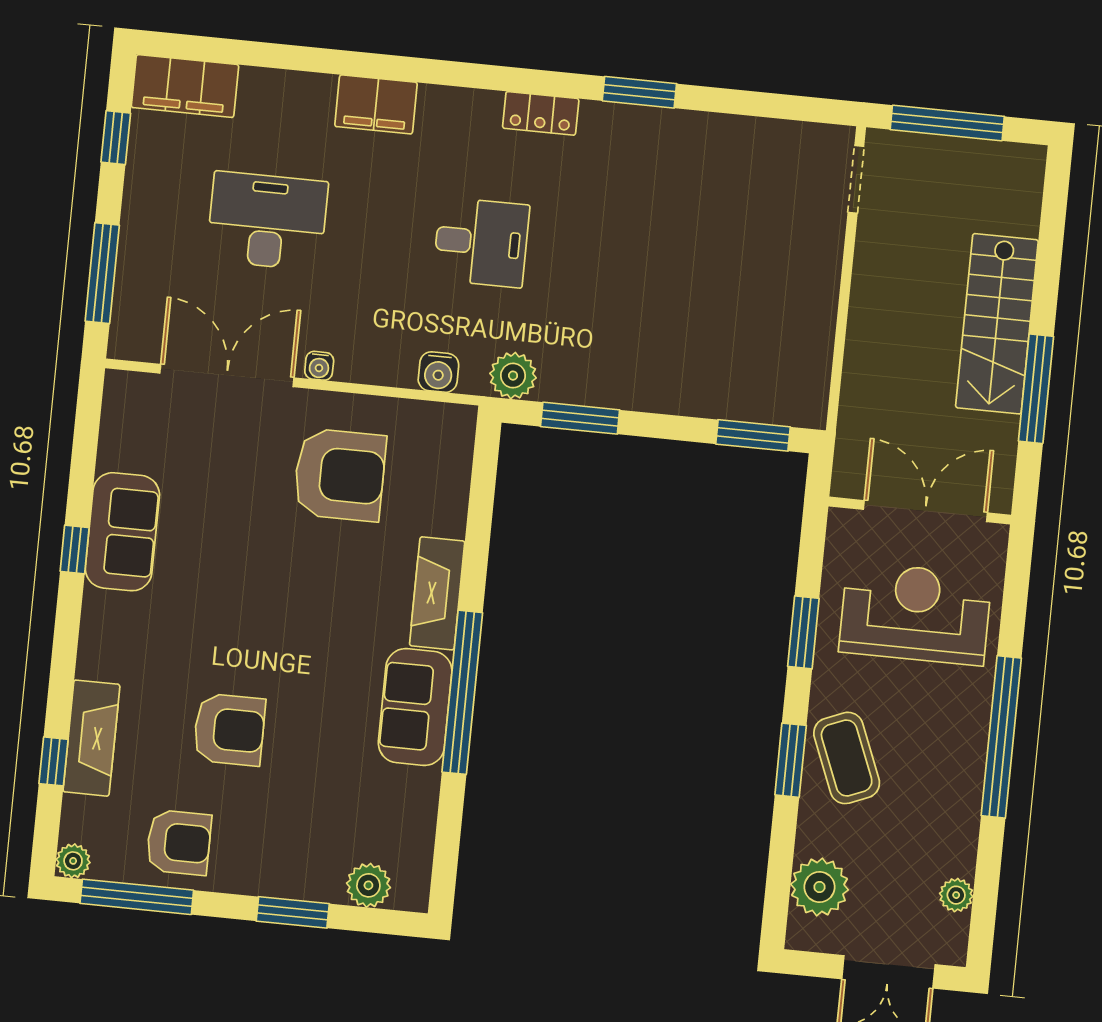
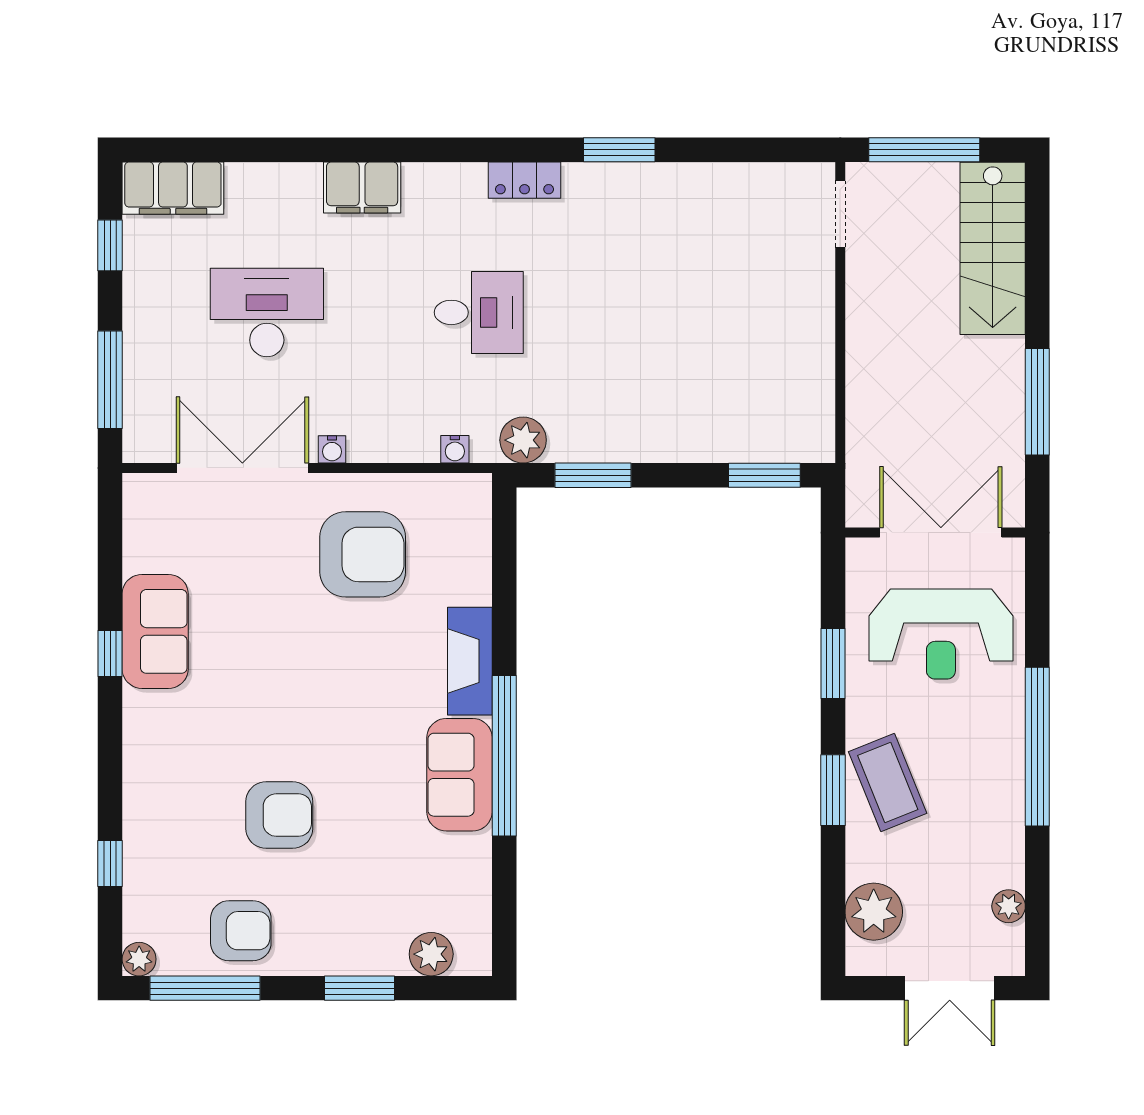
stairs: (997, 324) -> (993, 248), moved
water cooler: (438, 372) -> (455, 449), width x0.72, depth x0.72
reception desk: (915, 614) -> (941, 634), turned 180
fireplace: (91, 738) -> (145, 837), removed

